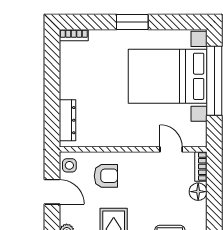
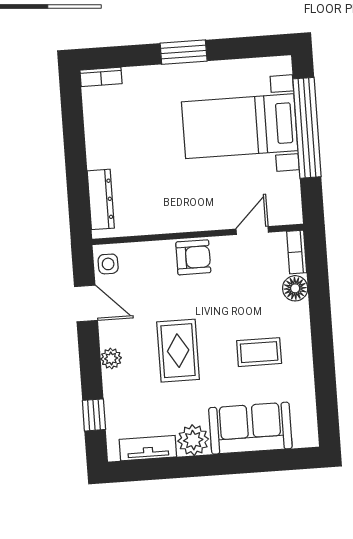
bed with nightstands: (168, 76) -> (240, 126), width x0.73
door: (171, 149) -> (252, 231), hinge flipped
armchair: (106, 176) -> (193, 257), moved

